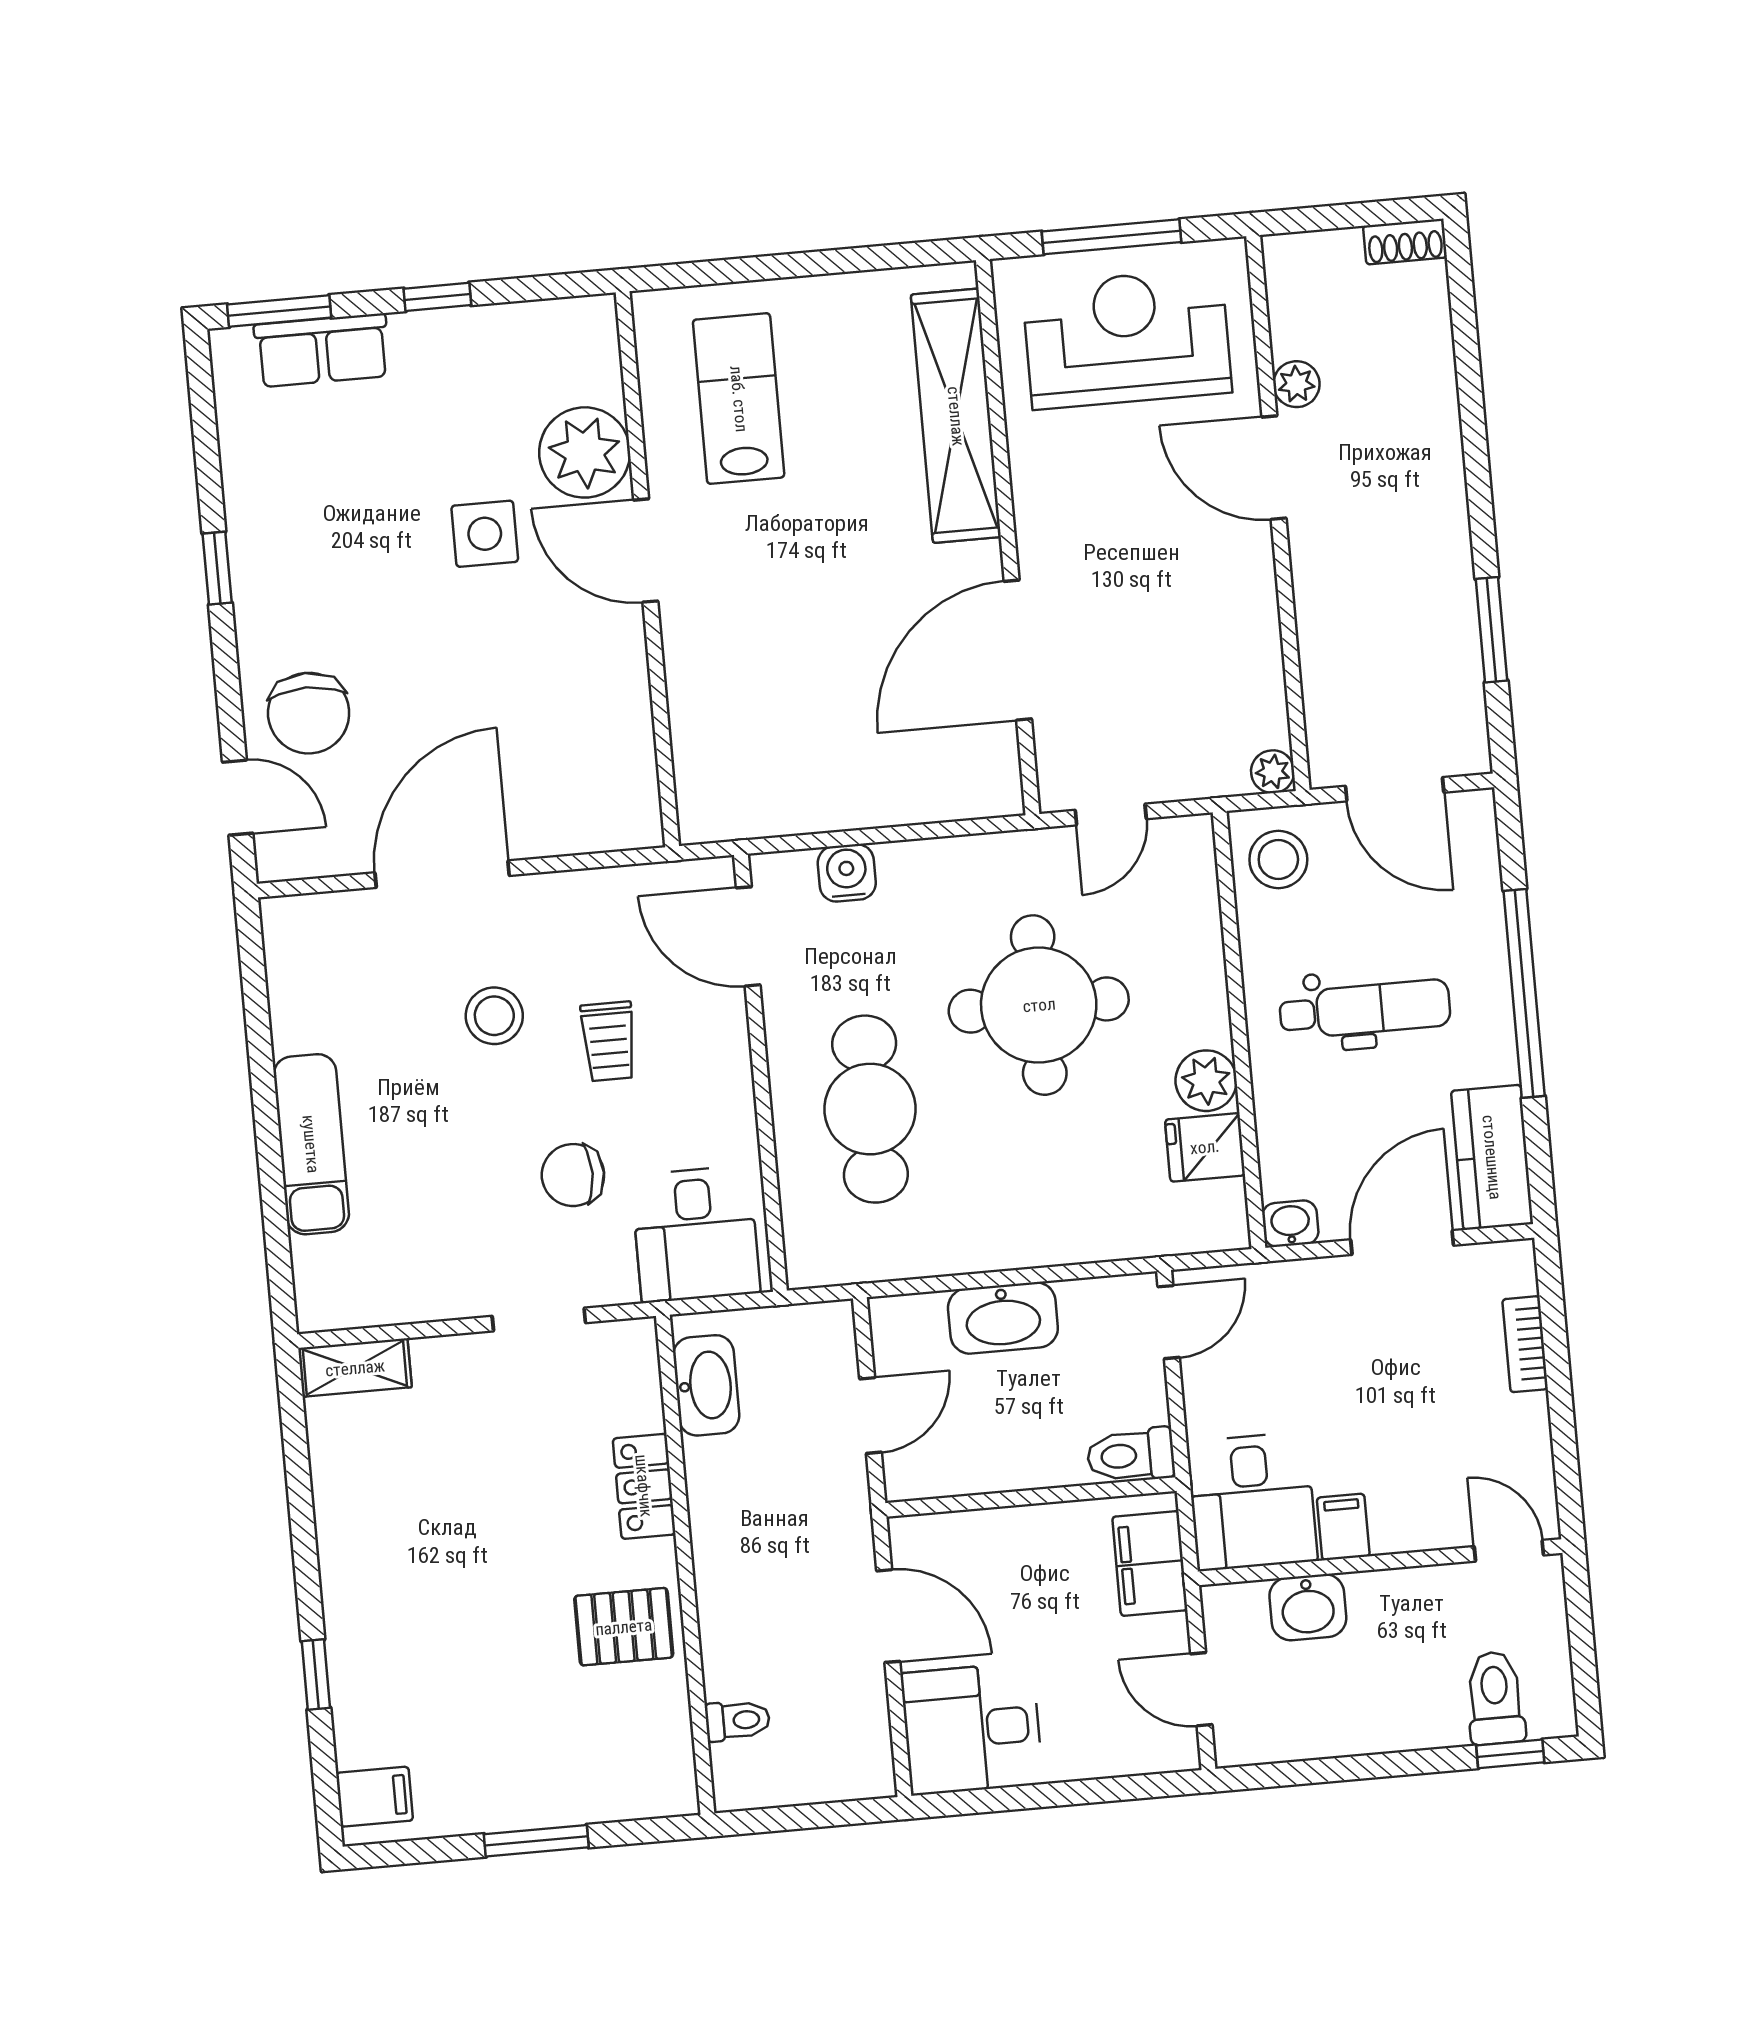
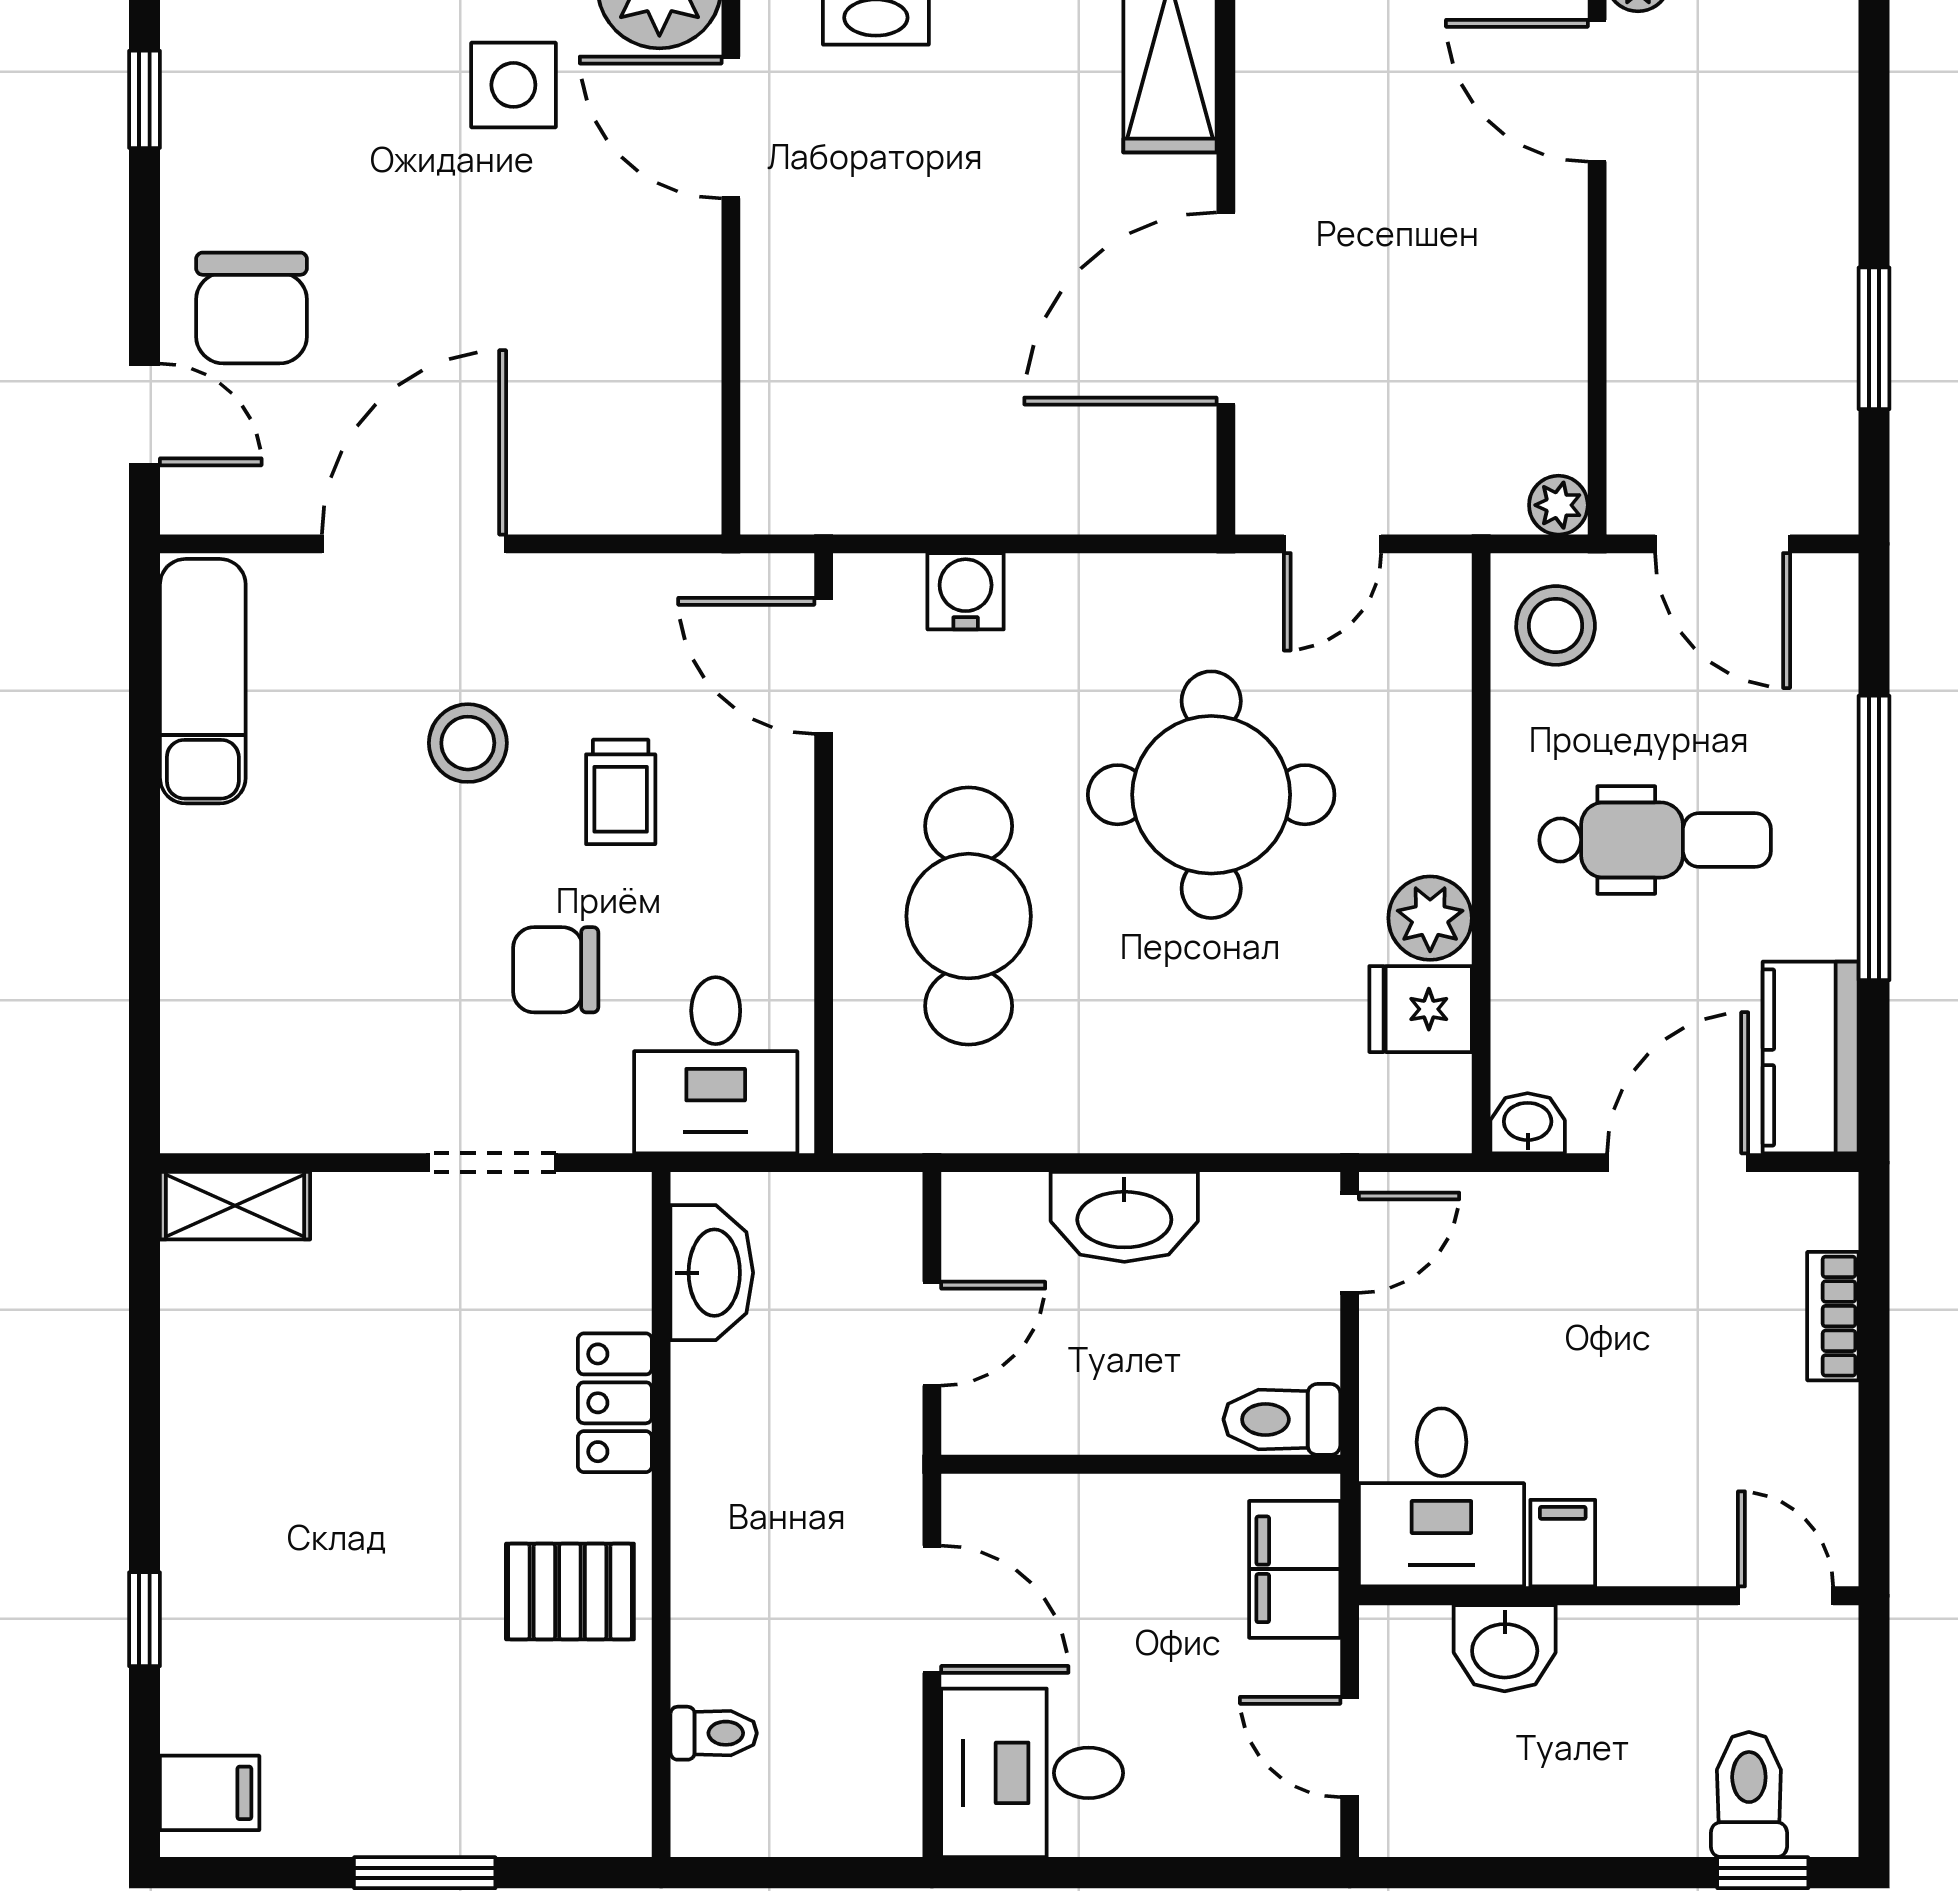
exam couch: (311, 1144) -> (203, 681), moved

